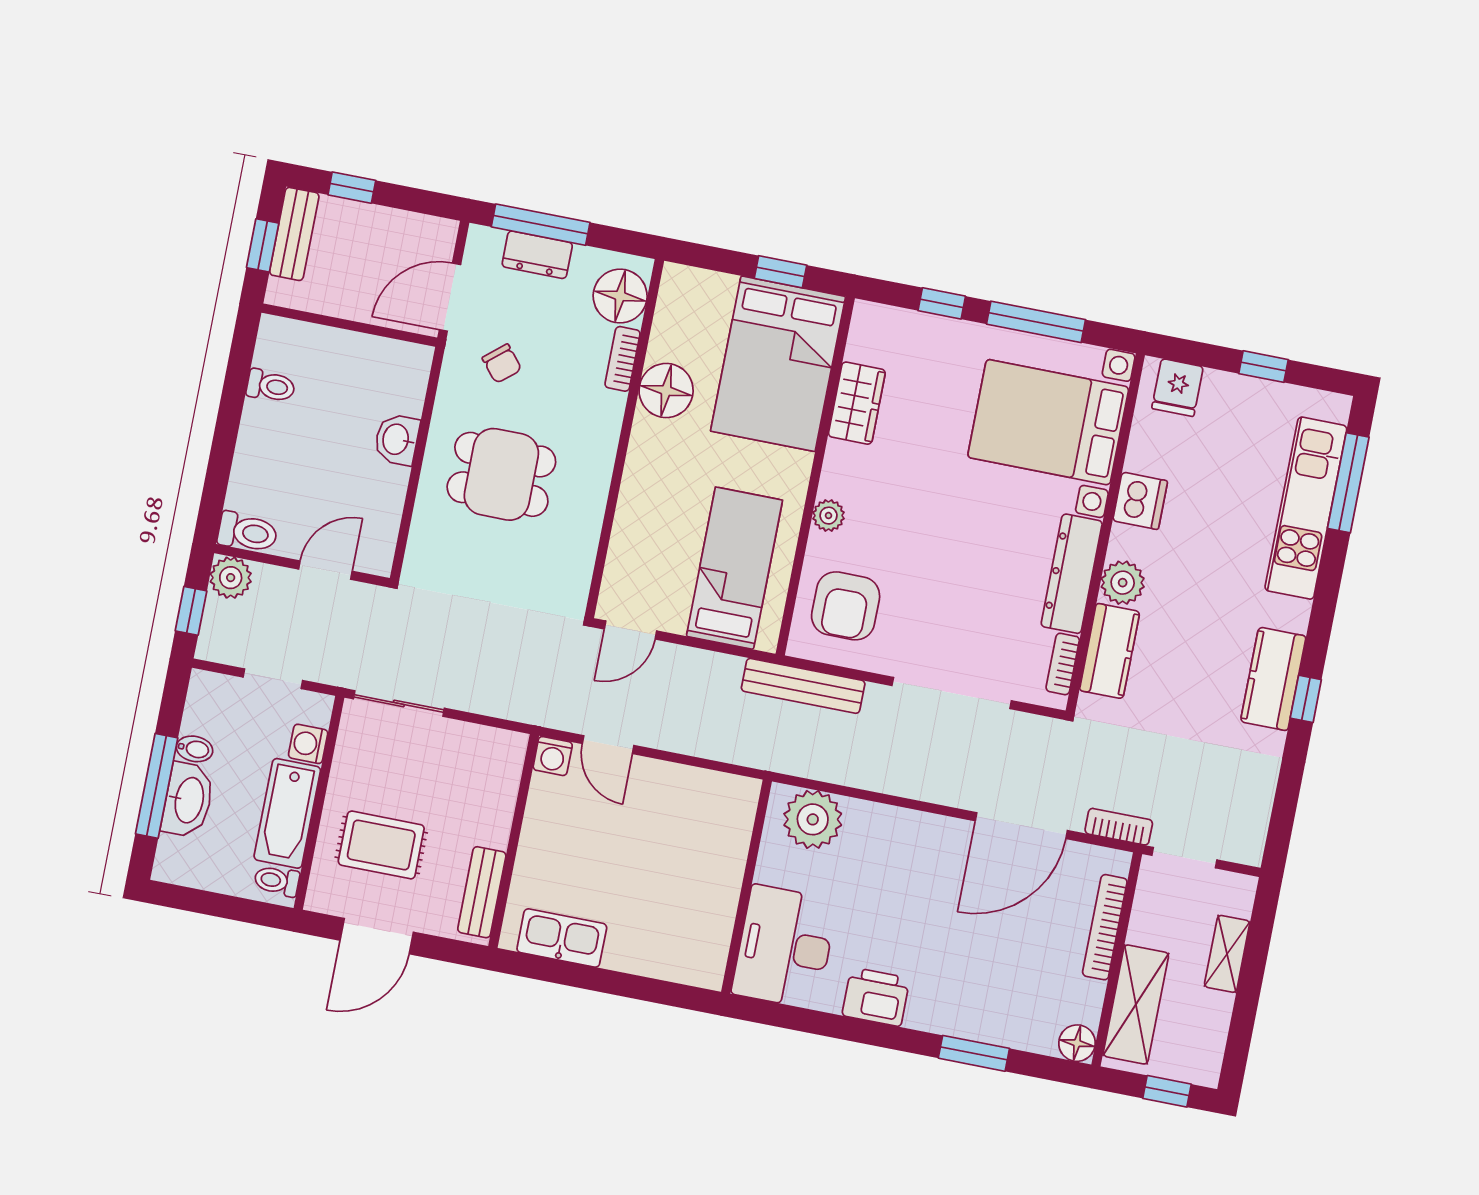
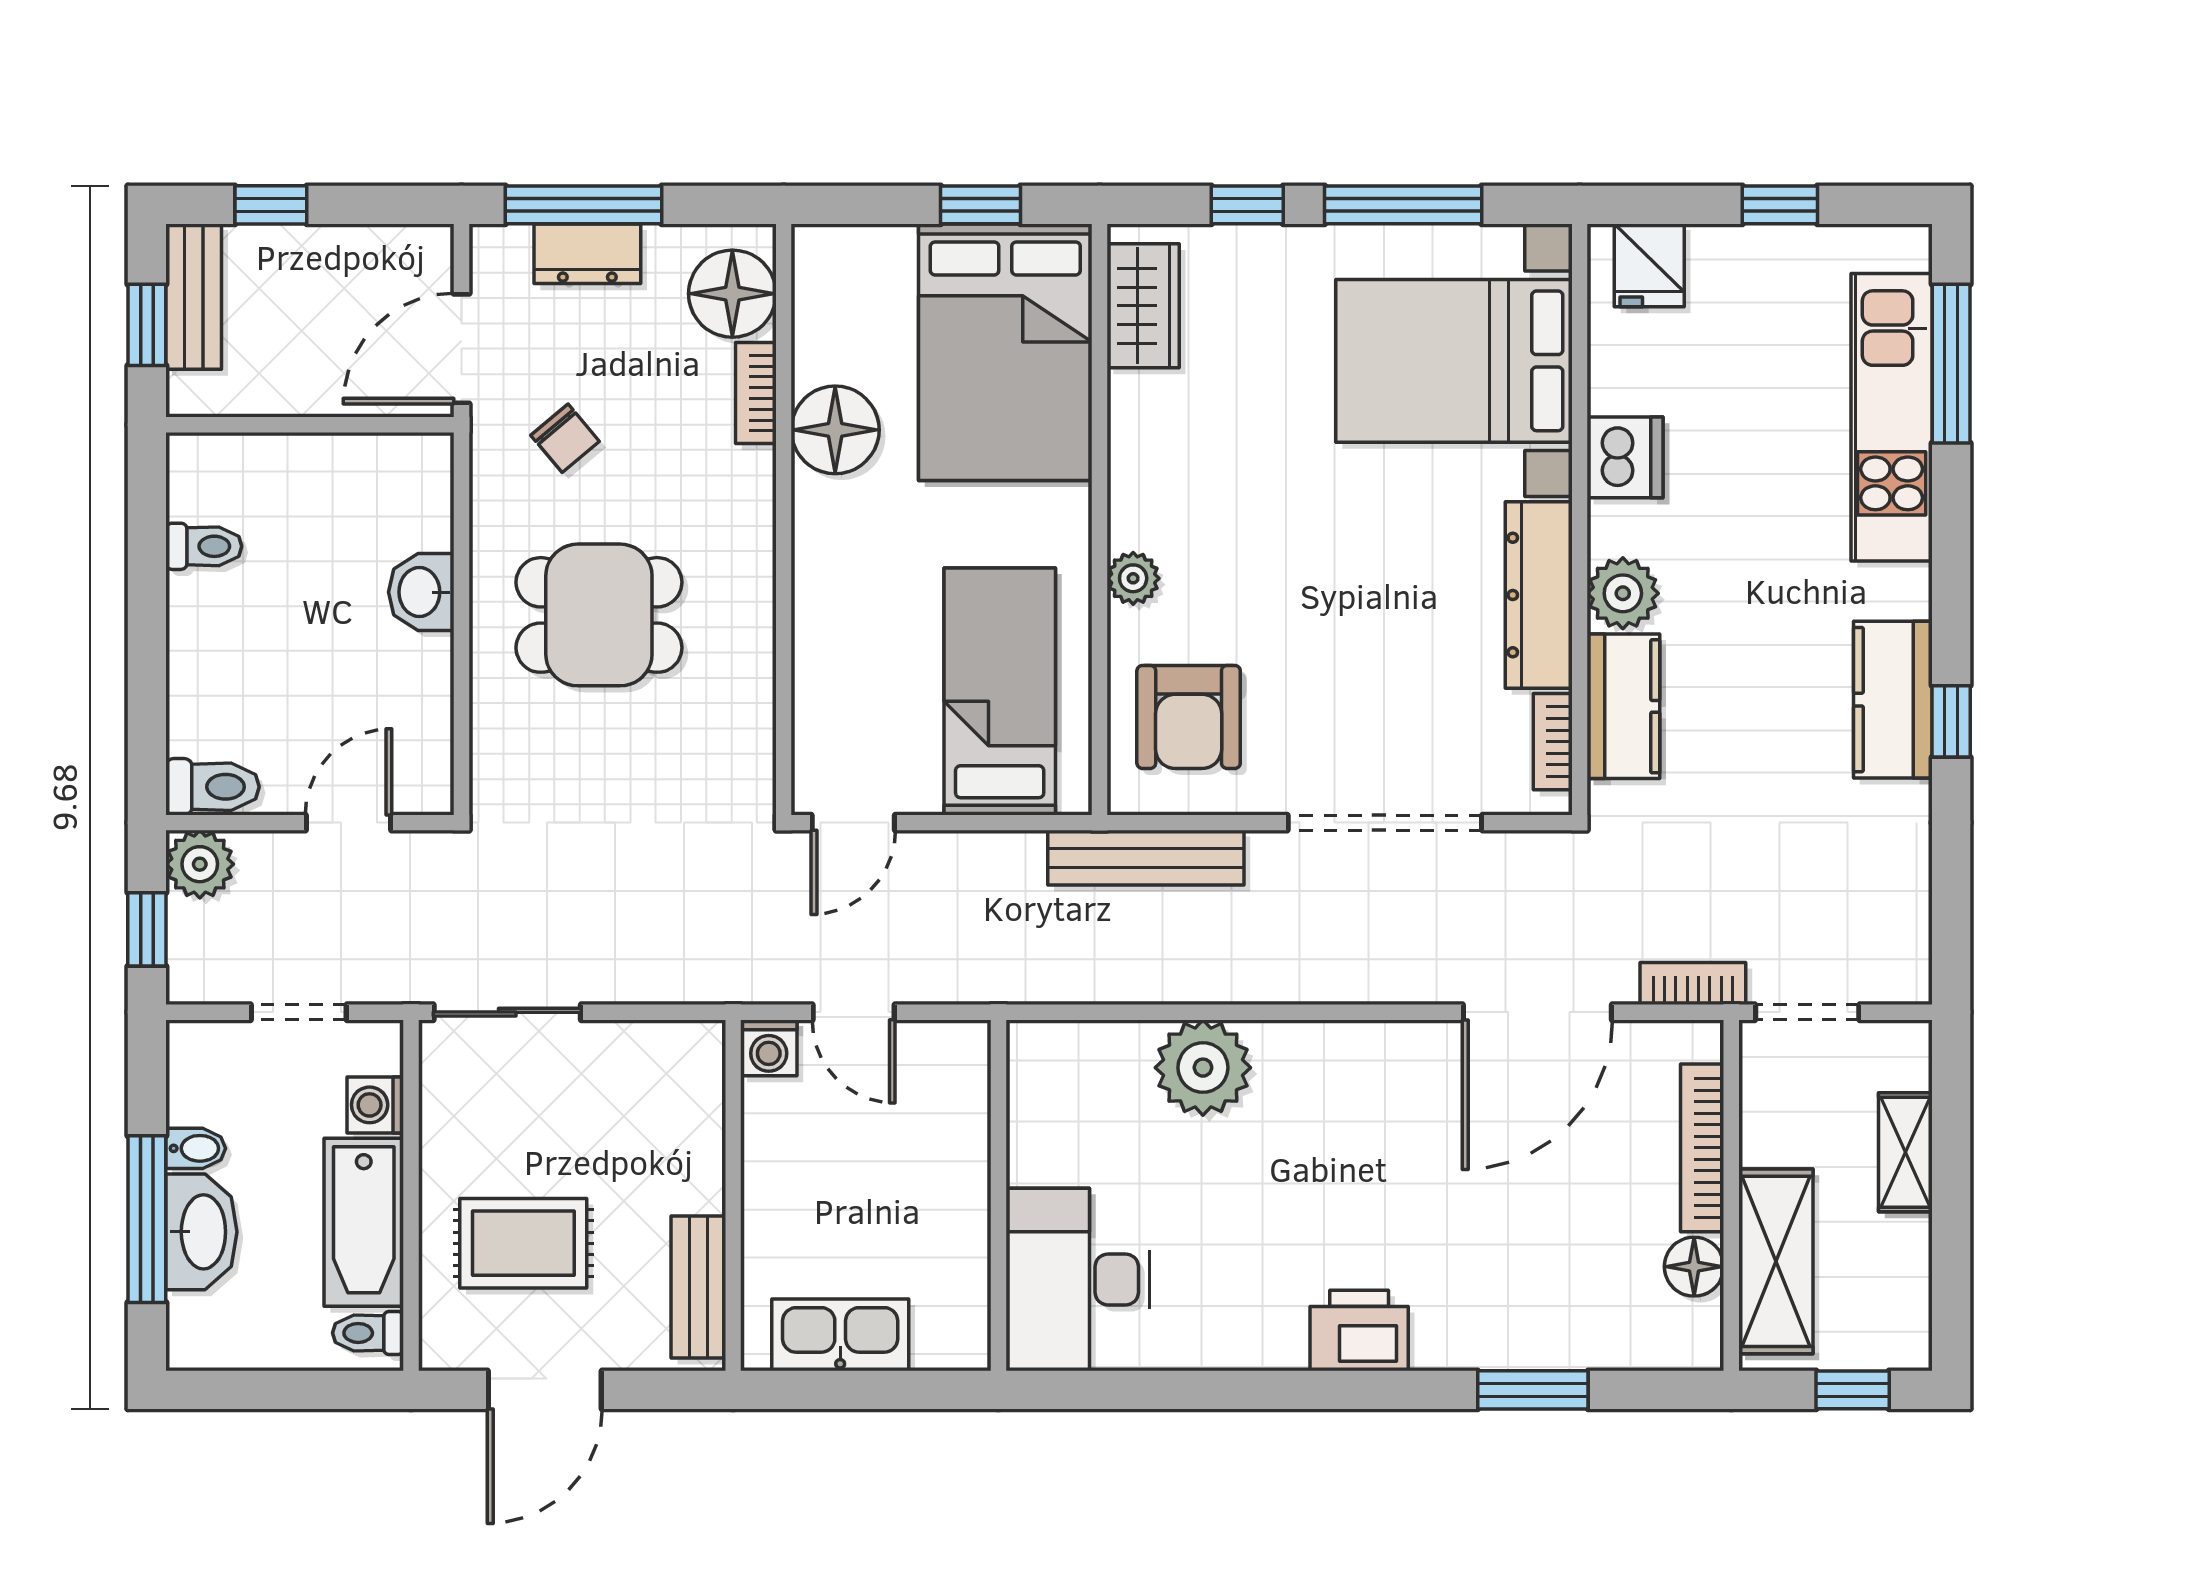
wardrobe: (857, 403) -> (1143, 306), moved
wall: (747, 887) -> (998, 1195), moved
desk: (785, 947) -> (1078, 1280), moved
floor lamp: (1077, 1043) -> (1694, 1267), moved

